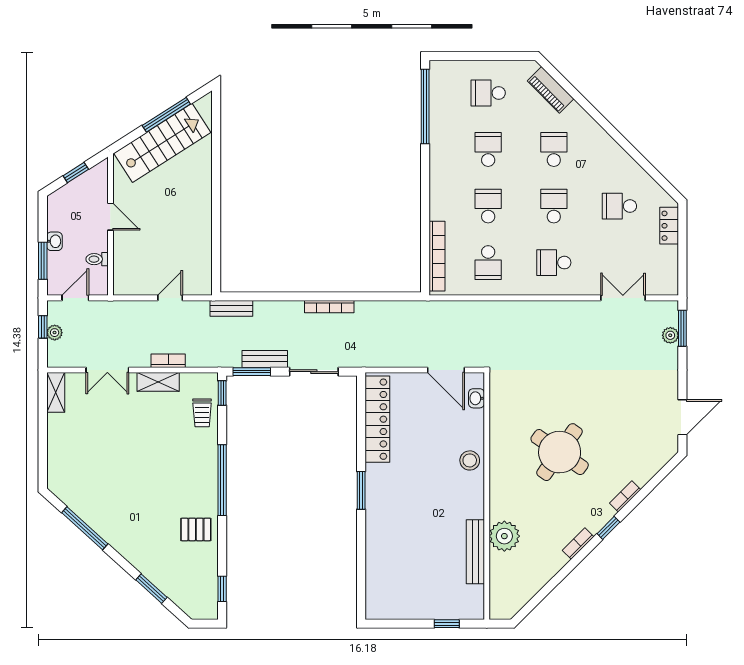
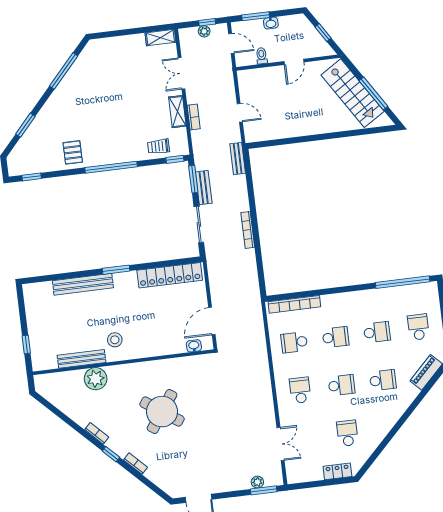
stool: (470, 460) -> (115, 340), moved
bench: (375, 538) -> (83, 284), added

